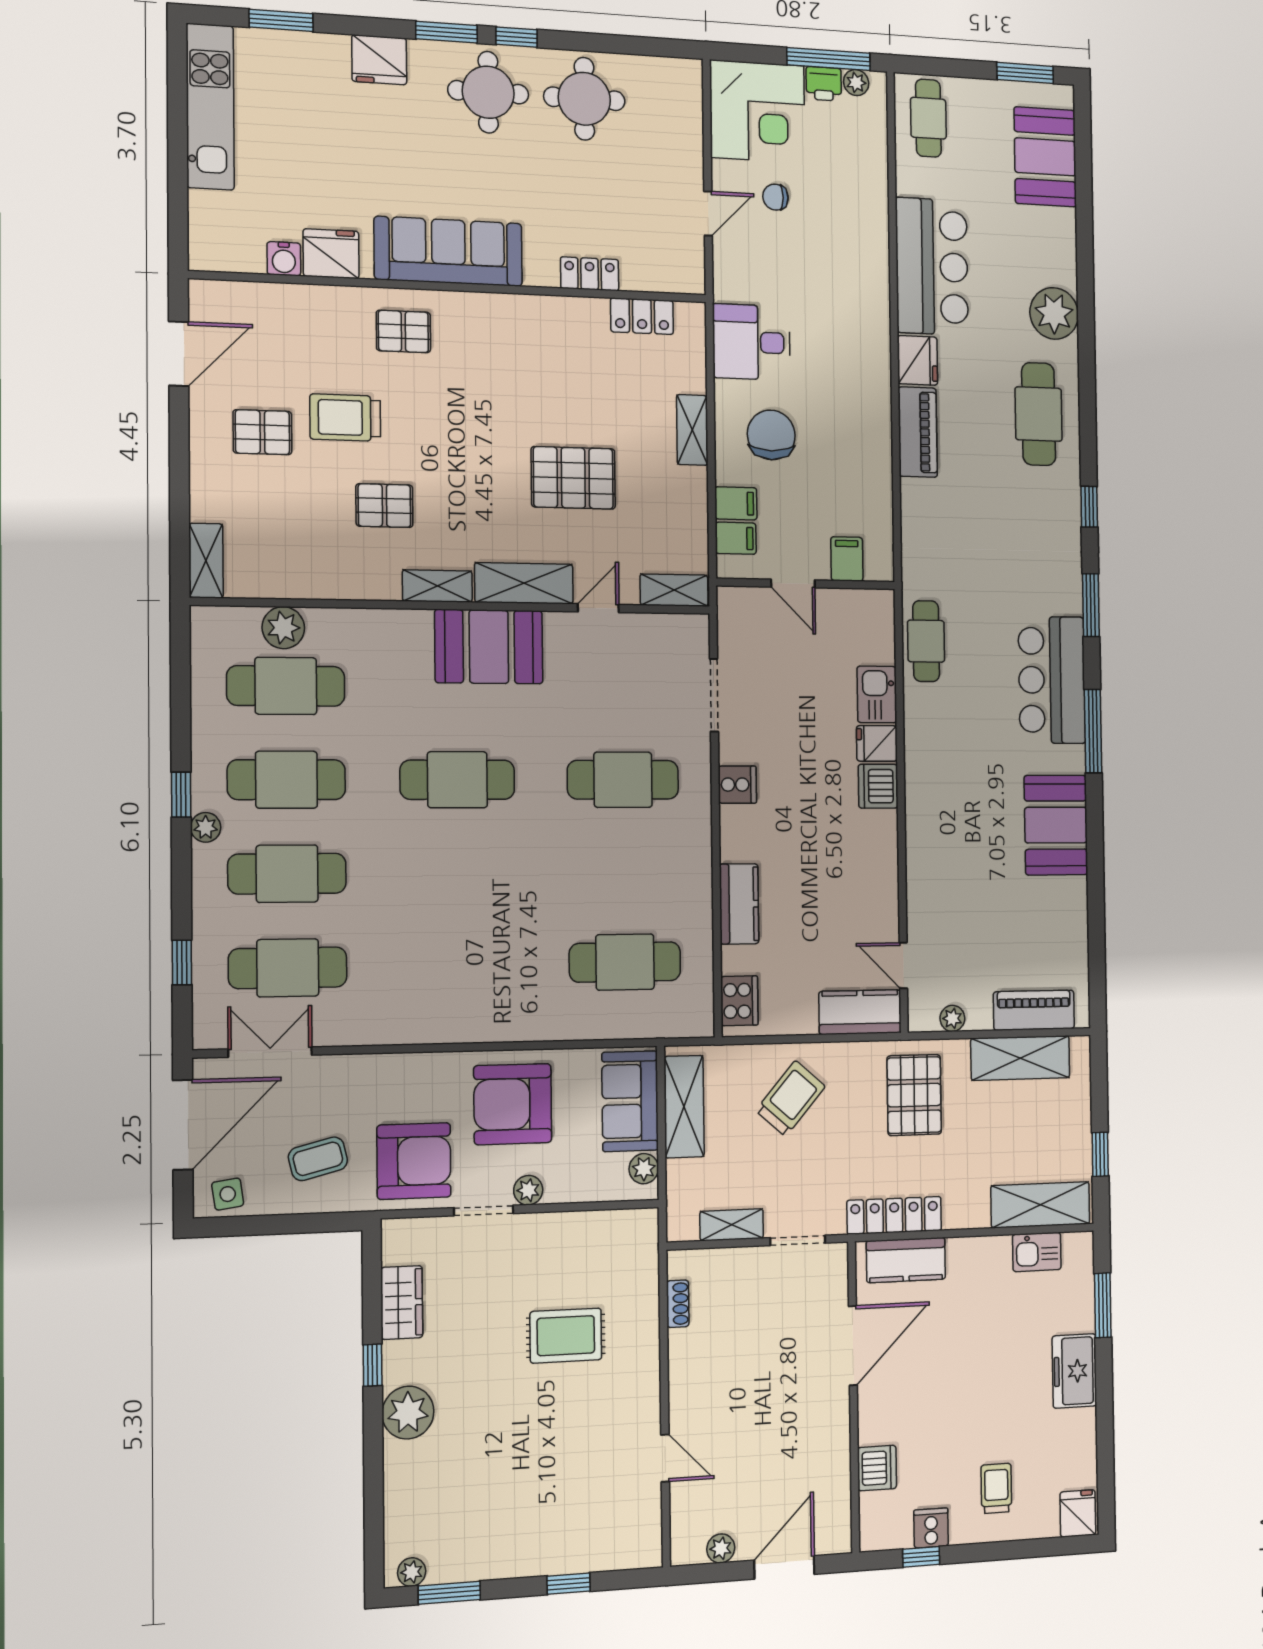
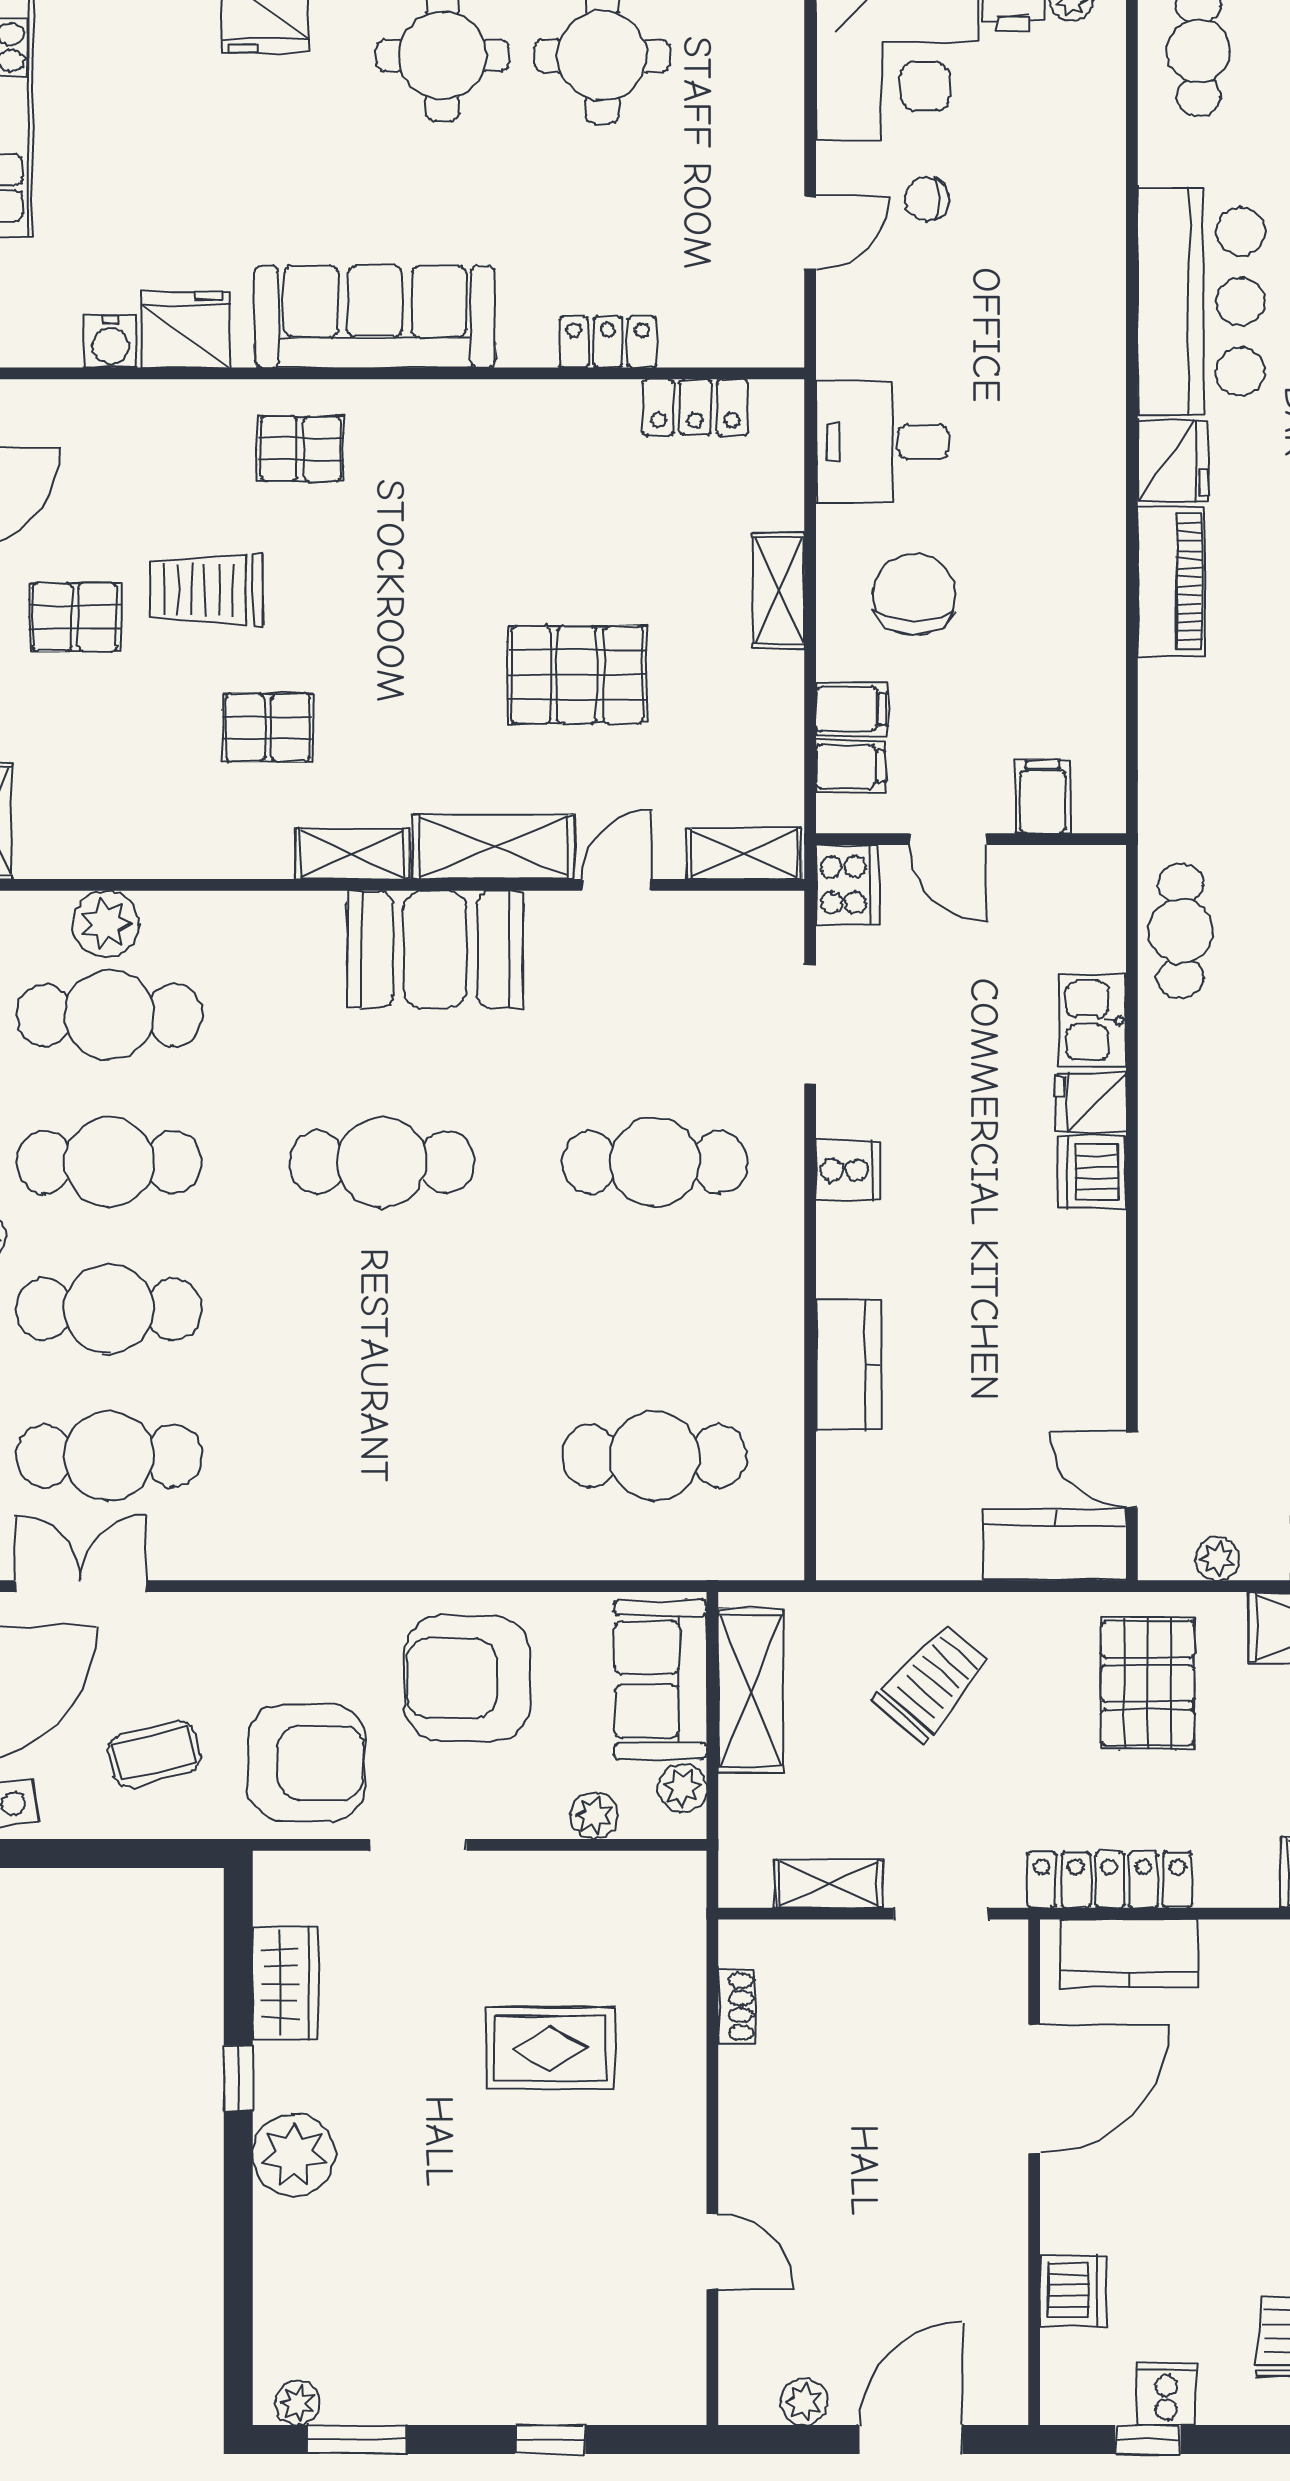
cooker: (739, 1001) -> (847, 885), moved
plant: (528, 1190) -> (594, 1815), moved

